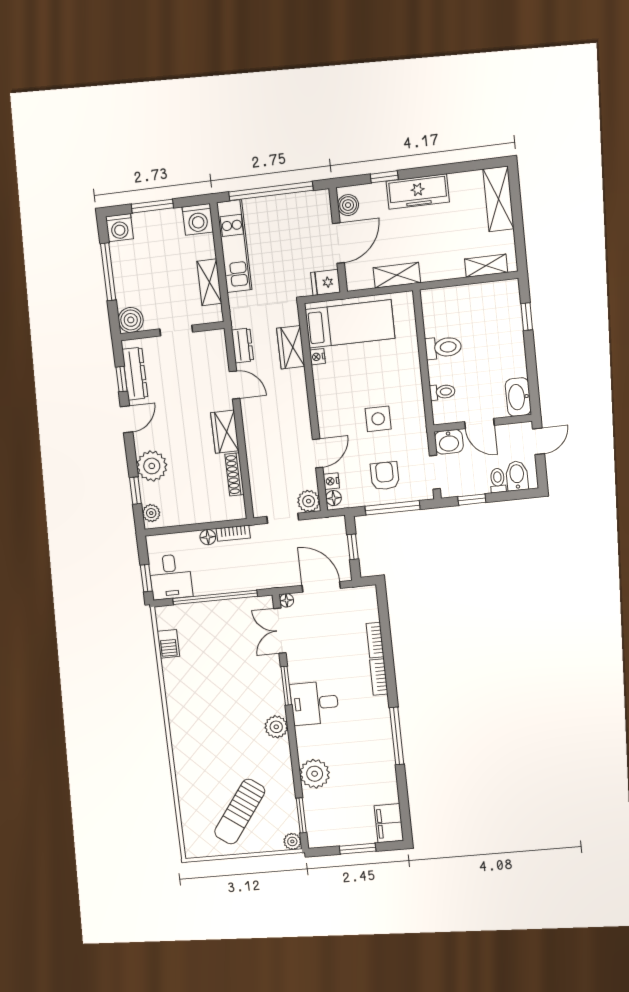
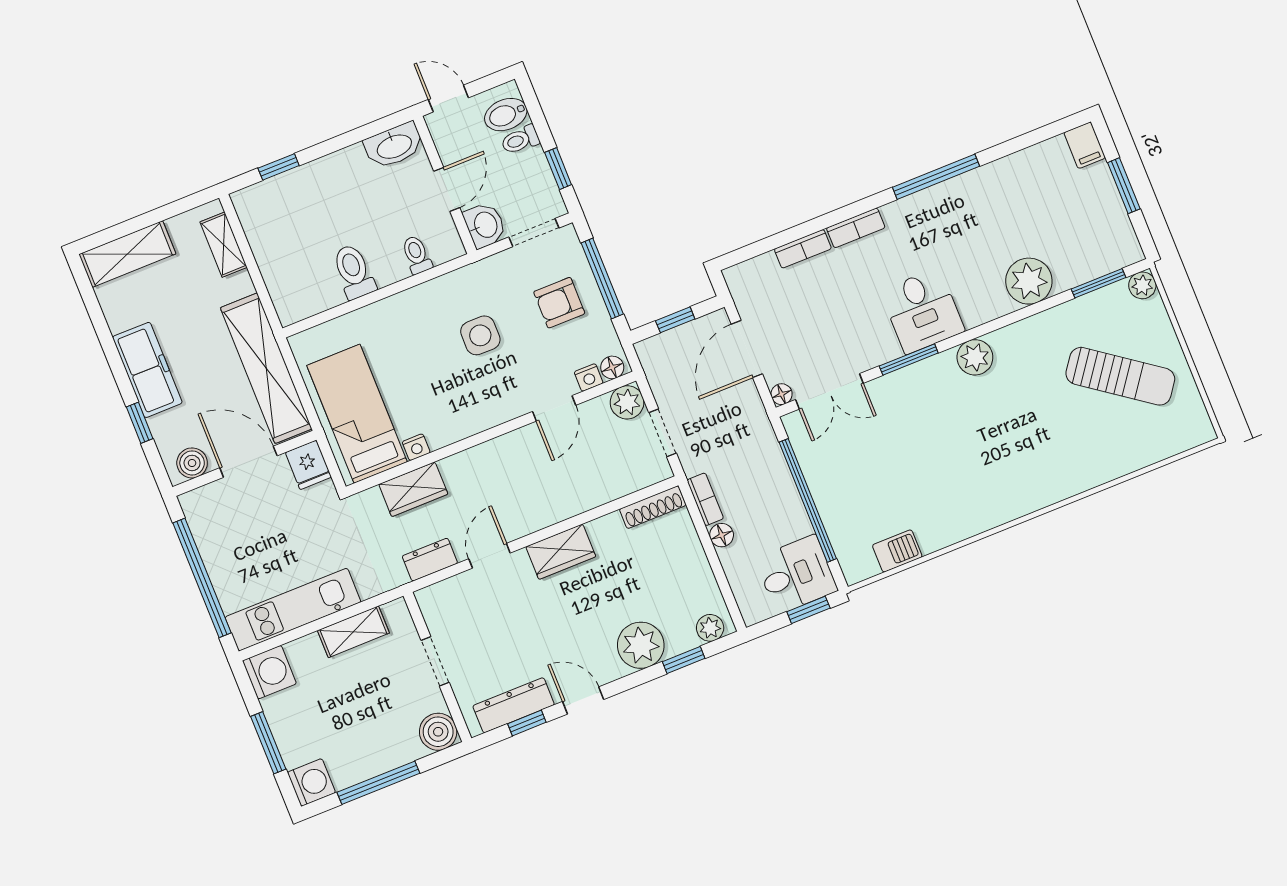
shelving: (397, 275) -> (266, 368), width x2.20, depth x1.33
door: (318, 453) -> (554, 408), swing flipped
shoe rack: (234, 474) -> (653, 507), moved
filing cabinet: (389, 823) -> (1085, 145), width x0.50

